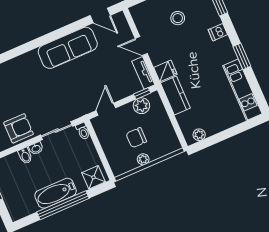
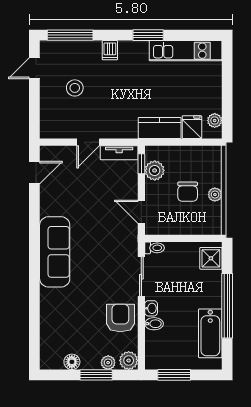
sofa: (68, 48) -> (55, 252), moved
fridge: (165, 71) -> (192, 127), moved
bathtub: (56, 193) -> (210, 333), moved

